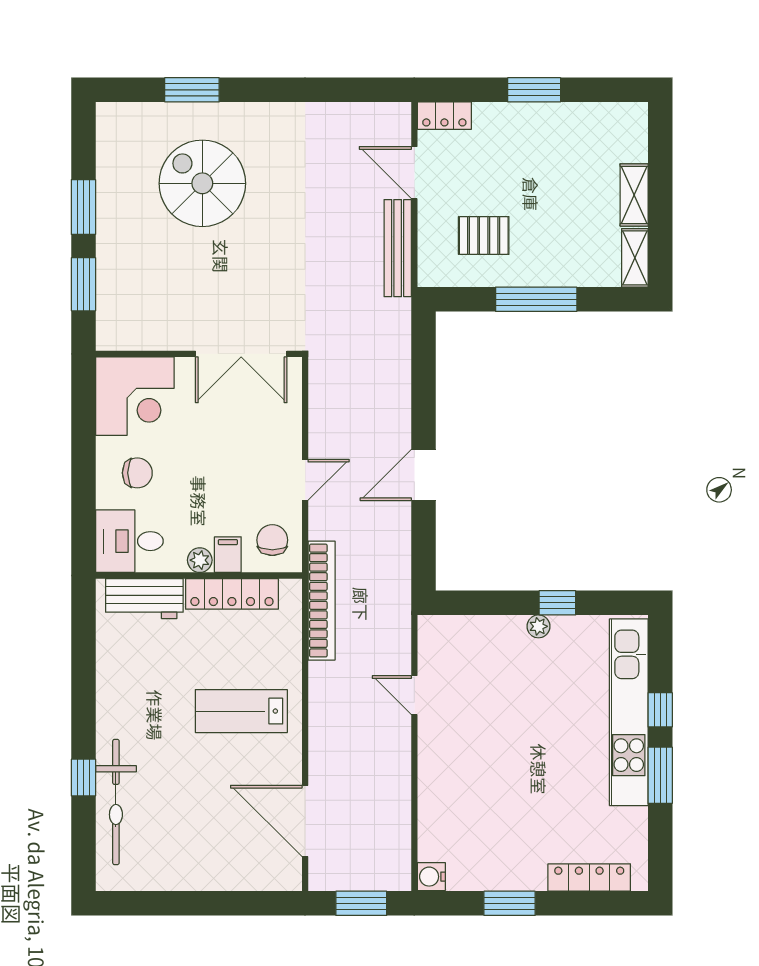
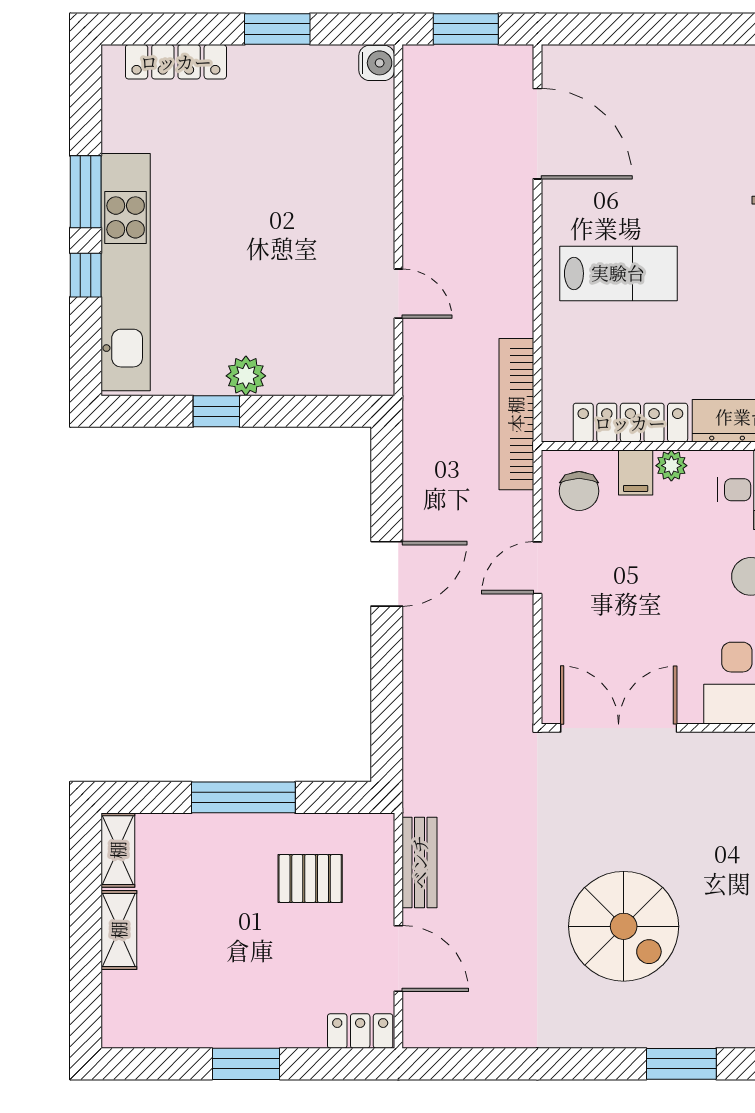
spiral stairs: (202, 183) -> (624, 926), moved
bench: (398, 248) -> (420, 862), width x0.73
plant: (538, 626) -> (246, 376), width x1.38, depth x1.38

